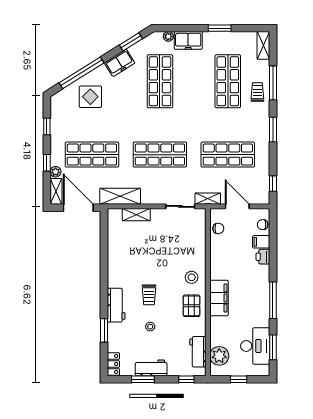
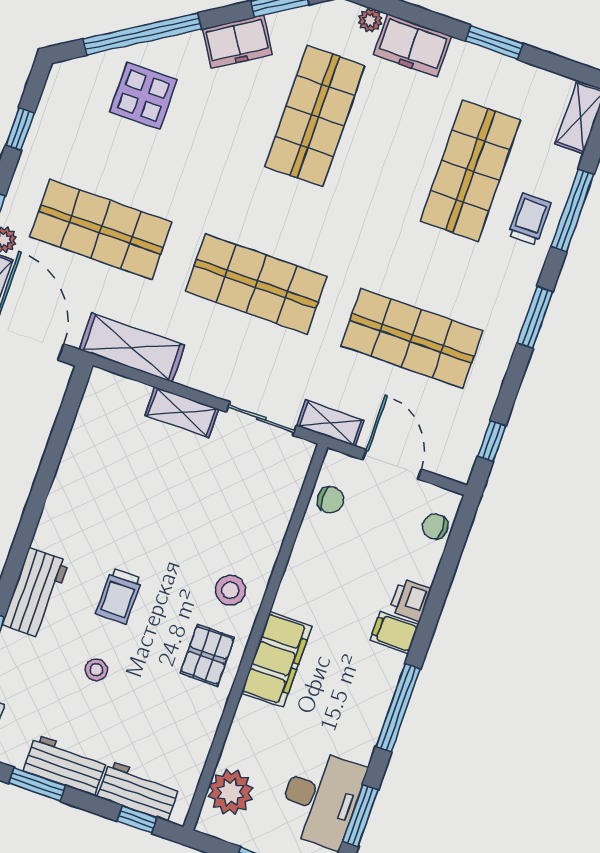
shelving: (136, 215) -> (182, 412), moved
filing cabinet: (261, 242) -> (394, 633), moved
workbench: (198, 352) -> (138, 791), moved, turned 90

